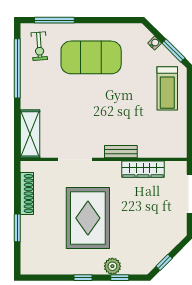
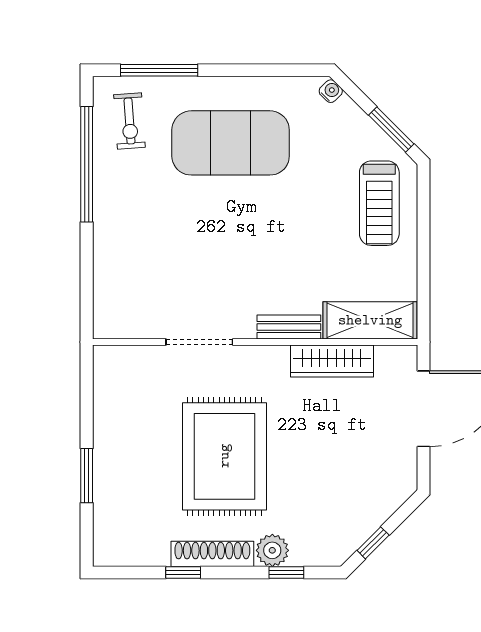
water cooler: (155, 43) -> (331, 91), moved
shelving: (30, 134) -> (370, 320), moved, turned 90
shoe rack: (27, 193) -> (212, 554), moved, turned -90
window: (83, 278) -> (183, 573), moved

